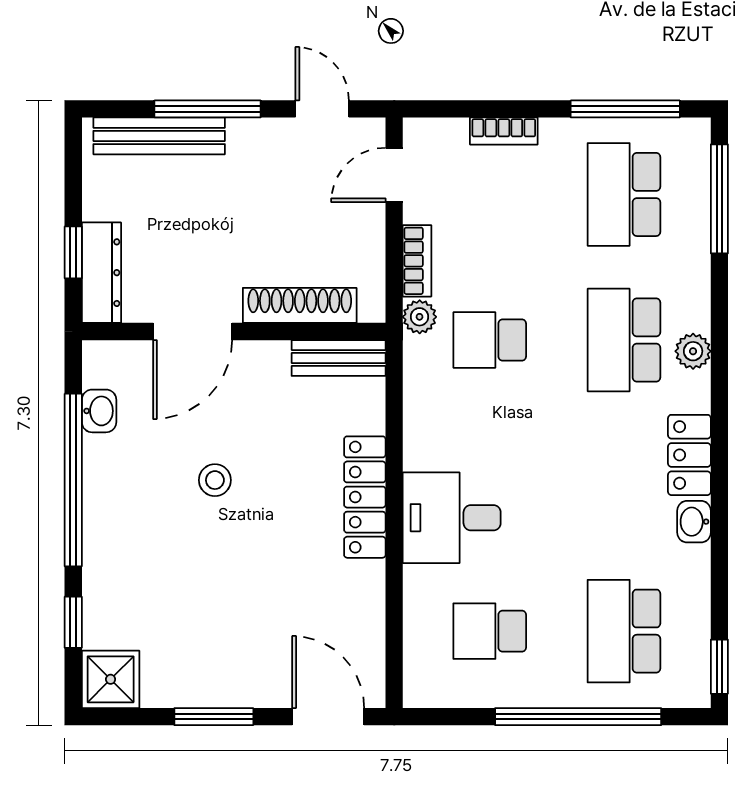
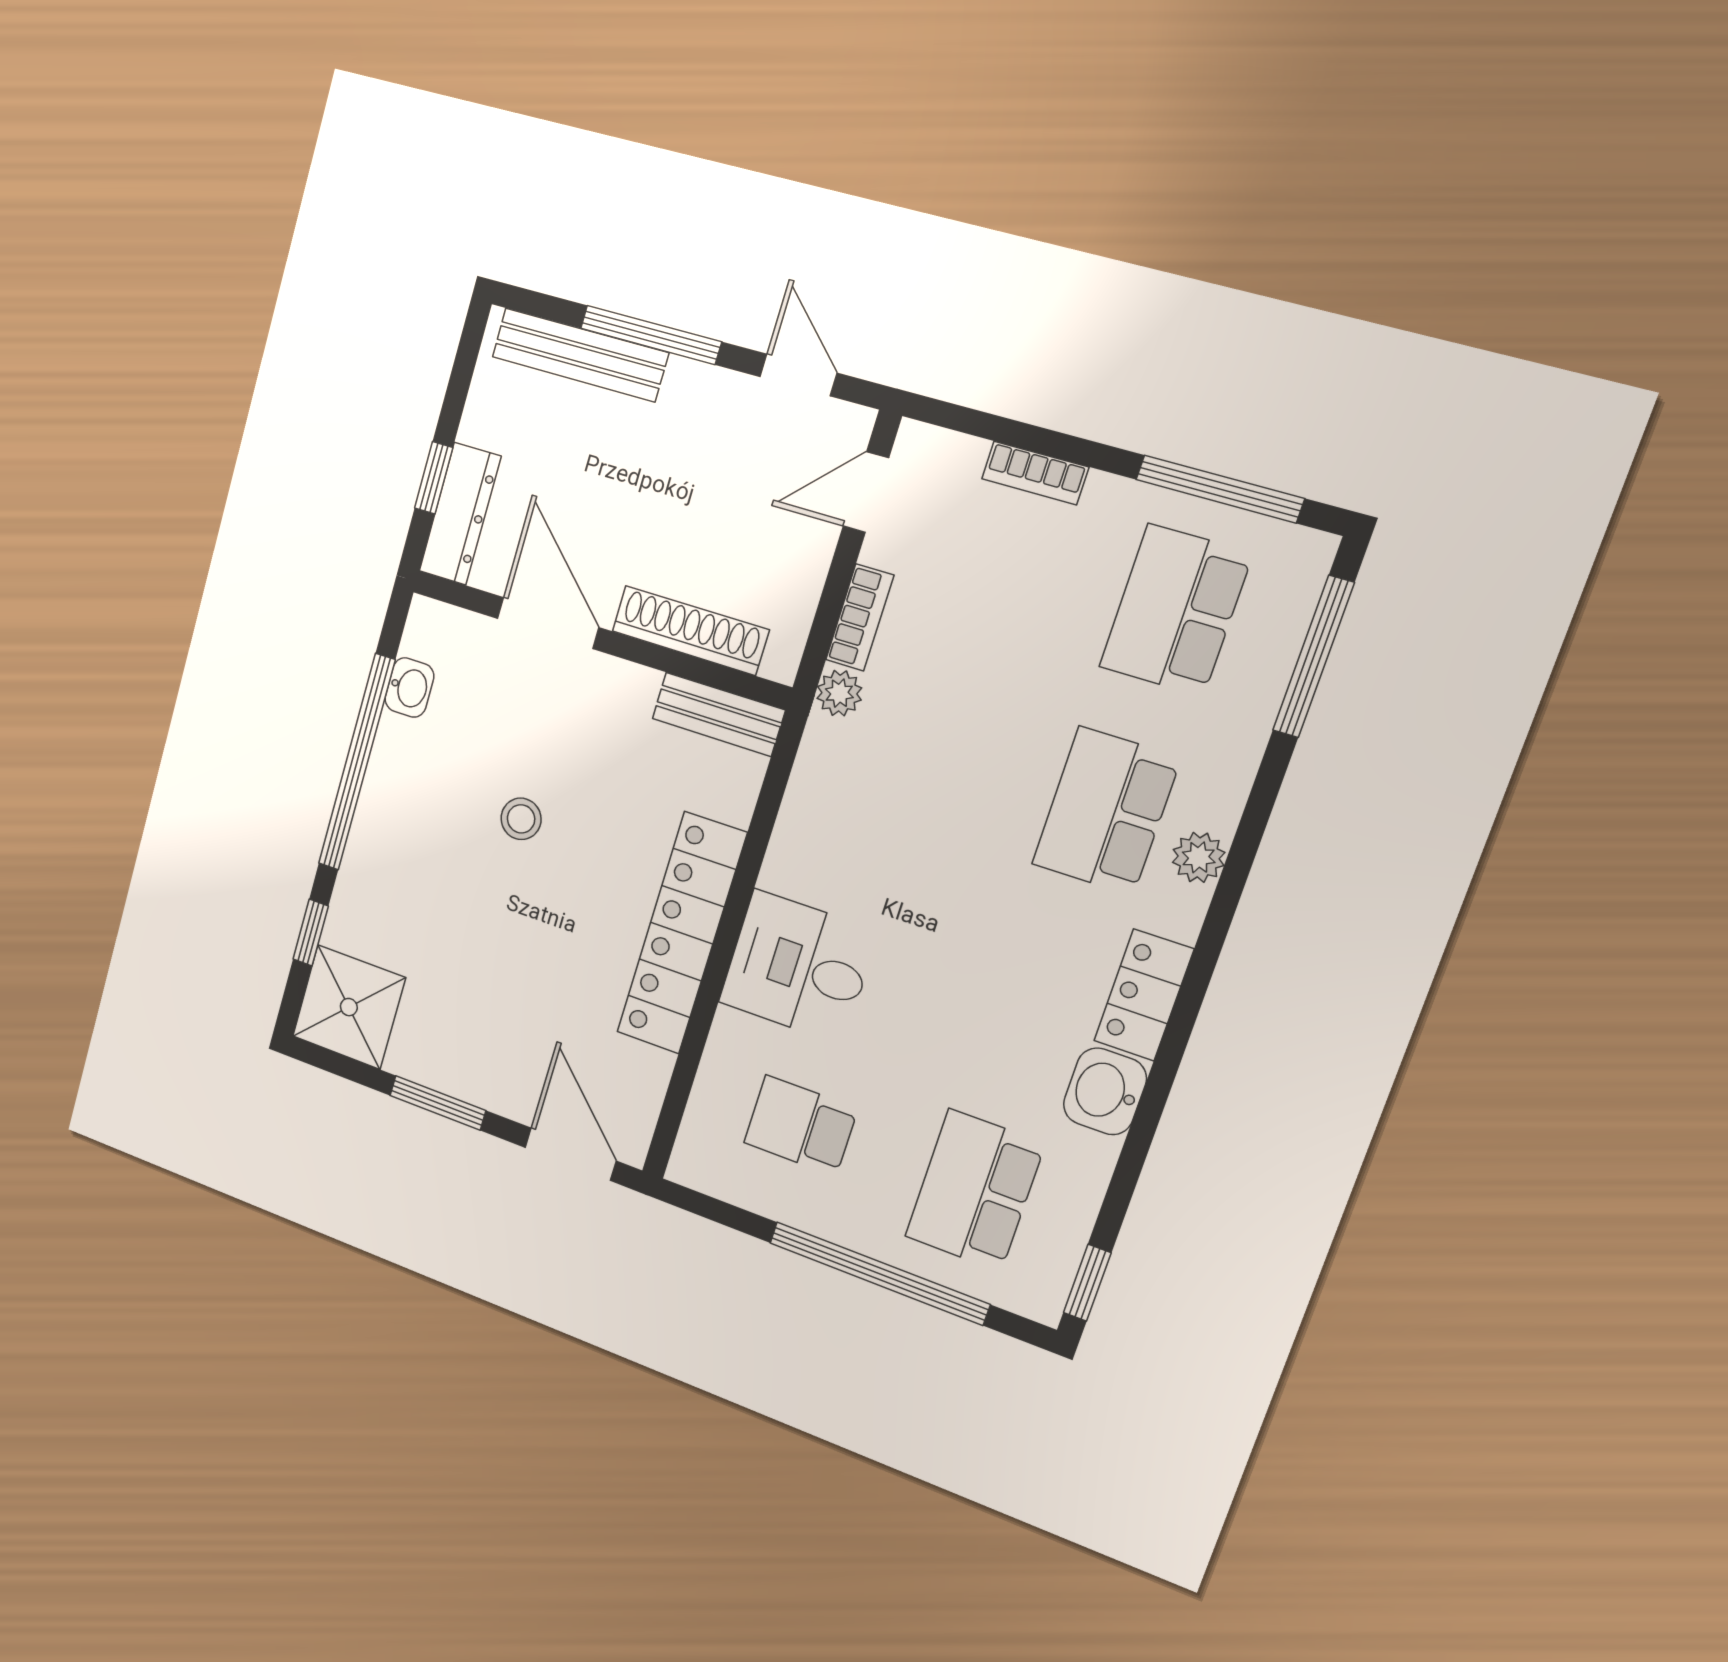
door: (193, 331) -> (548, 623), swing flipped
school desk: (490, 340) -> (922, 753), removed
locker: (365, 497) -> (682, 933), width x1.41, depth x1.21
washbasin: (694, 522) -> (1105, 1091), width x1.38, depth x1.45
shower: (111, 679) -> (349, 1007), width x1.36, depth x1.36

